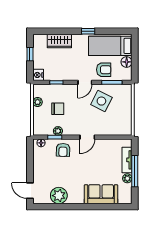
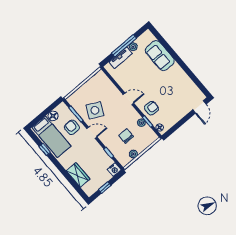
window: (88, 31) -> (45, 149), moved
plant: (59, 196) -> (186, 84), removed

